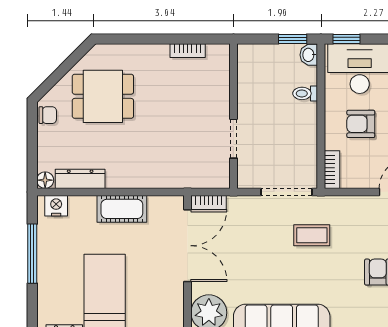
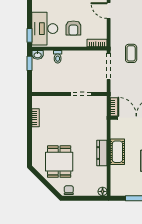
dresser: (80, 179) -> (102, 153), moved
nightstand: (56, 206) -> (116, 186), removed

